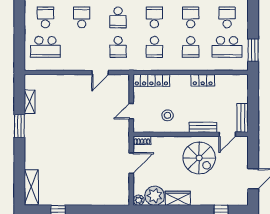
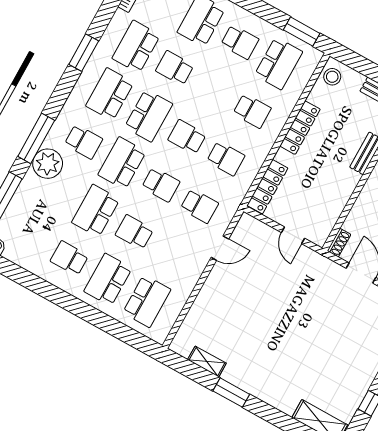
school desk: (45, 17) -> (108, 280), width x1.85
school desk: (191, 17) -> (213, 89), removed
school desk: (227, 17) -> (240, 42), turned 180
door: (100, 72) -> (220, 248), hinge flipped
locker: (203, 80) -> (300, 128), width x1.53
stool: (168, 115) -> (332, 77), moved

